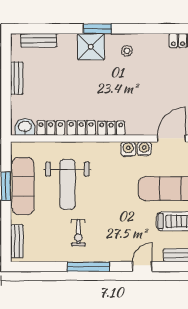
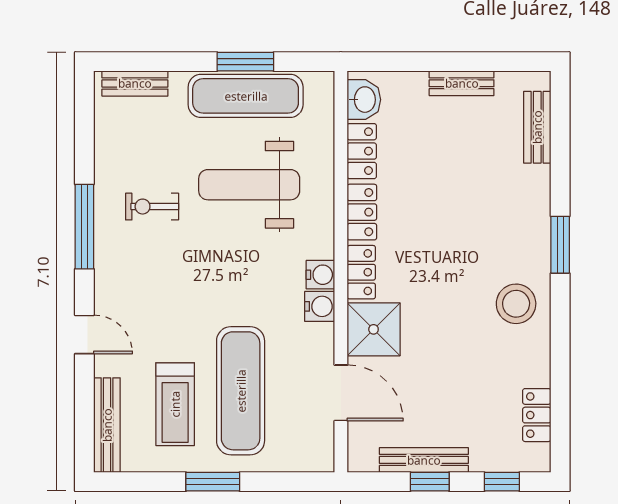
shower: (91, 47) -> (374, 329), moved
stool: (127, 51) -> (516, 304), width x1.89, depth x1.89
water cooler: (144, 149) -> (320, 275), moved

